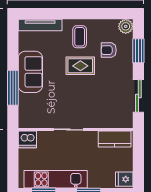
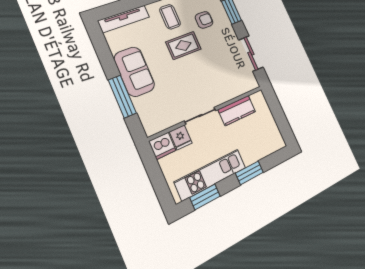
armchair: (109, 50) -> (204, 20), turned 180
kitchen counter: (115, 139) -> (237, 111), moved
fridge: (124, 179) -> (181, 137), moved, turned -90

